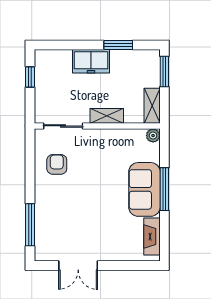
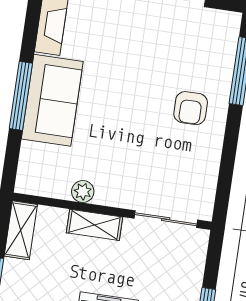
plant: (153, 136) -> (83, 192), moved
armchair: (57, 164) -> (191, 108), moved

